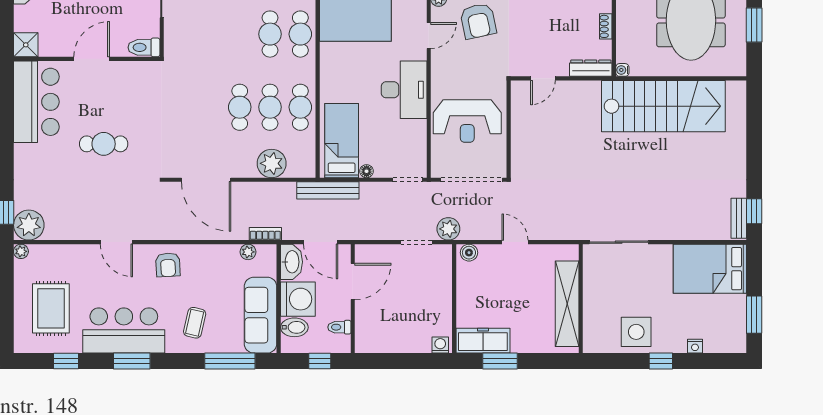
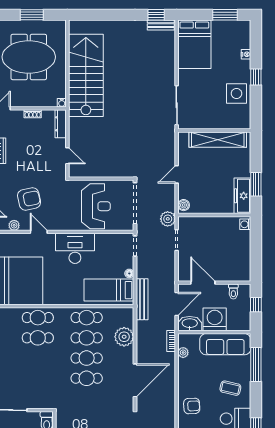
cafe table: (209, 107) -> (87, 378), added
bidet: (294, 327) -> (233, 322), removed

